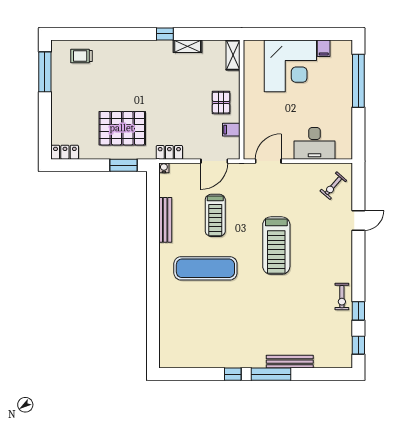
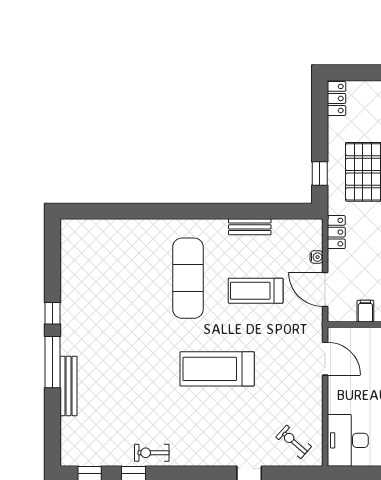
desk: (315, 143) -> (348, 440), moved
window: (124, 165) -> (320, 173), width x0.67
water cooler: (164, 168) -> (317, 257), moved
bench: (165, 220) -> (250, 227), width x0.73

